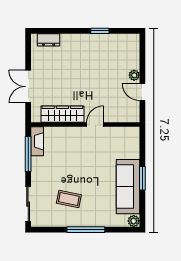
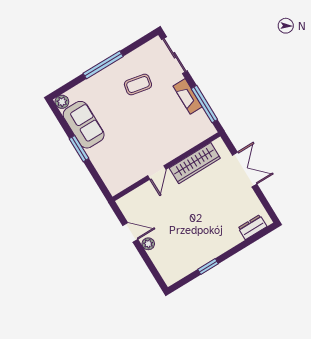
fireplace: (37, 141) -> (188, 96), moved
sofa: (128, 187) -> (84, 125), width x0.73

